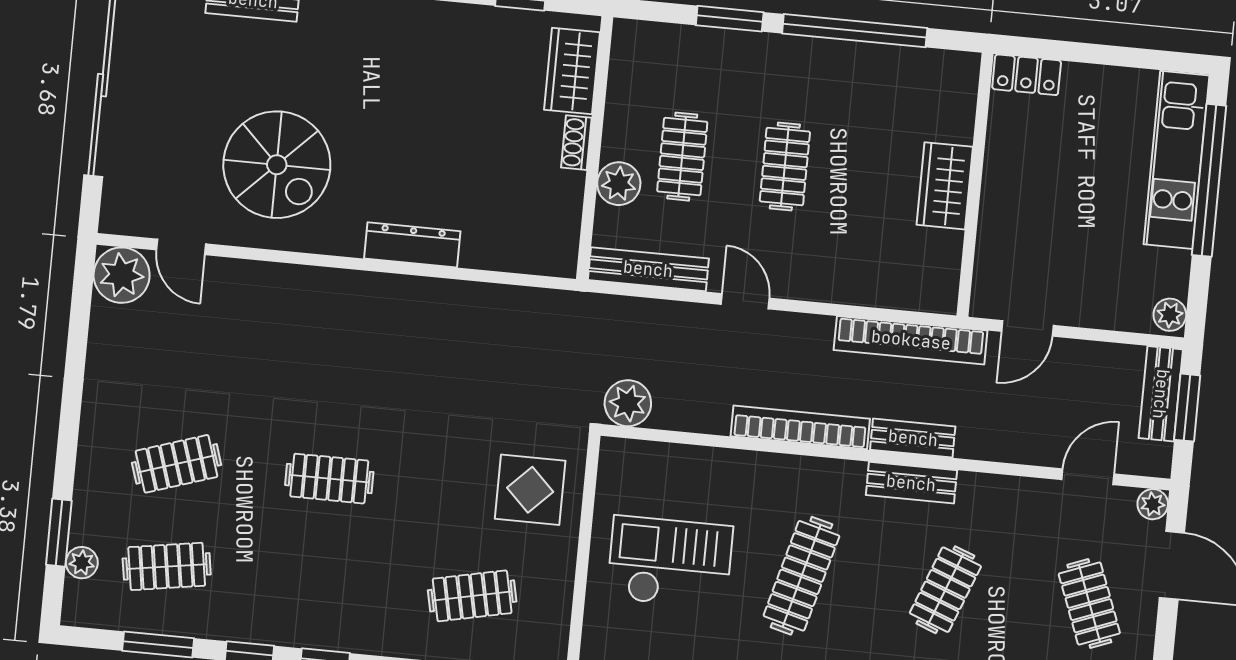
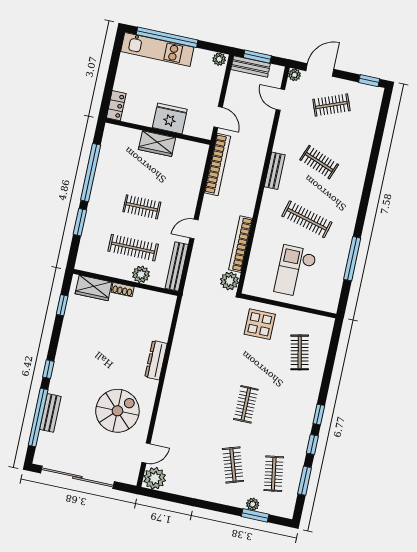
clothes rail: (682, 157) -> (133, 248), width x1.36
fridge: (1010, 210) -> (170, 118), added
bookcase: (800, 427) -> (241, 244), moved
bench: (913, 438) -> (257, 168), removed
plant: (82, 563) -> (253, 504), moved

